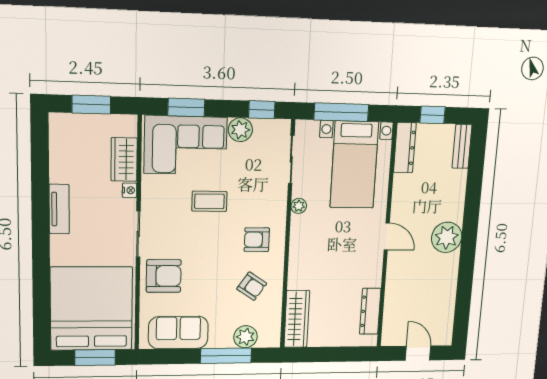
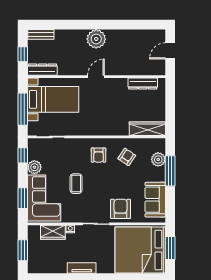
plant: (299, 206) -> (78, 131), removed

